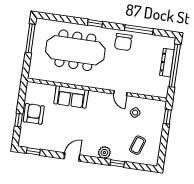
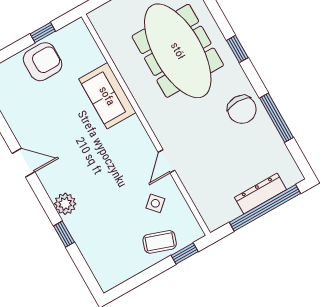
chair: (123, 42) -> (242, 109), turned -90
window: (19, 120) -> (43, 32), moved
coffee table: (138, 145) -> (160, 242), moved

